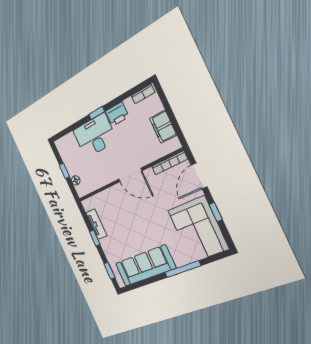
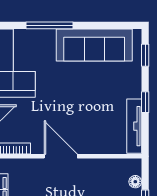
tv unit: (96, 224) -> (134, 126), width x1.41

